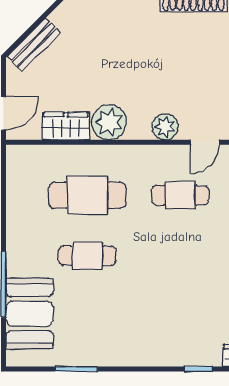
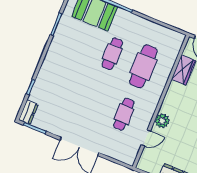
plant: (109, 122) -> (176, 93), removed
door: (205, 142) -> (146, 138), swing flipped

